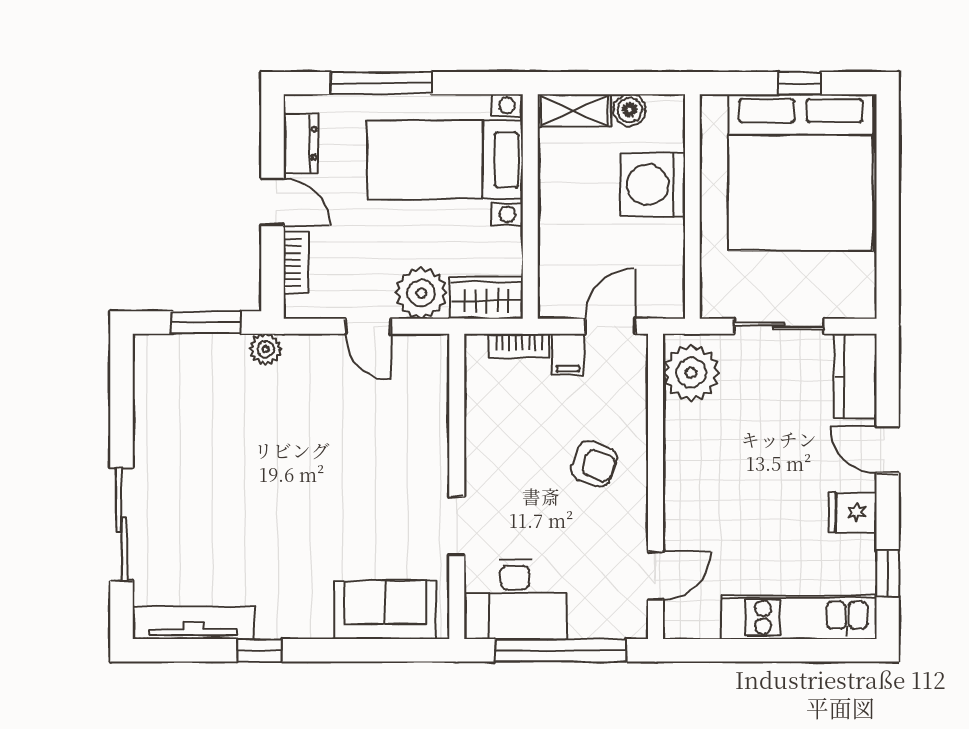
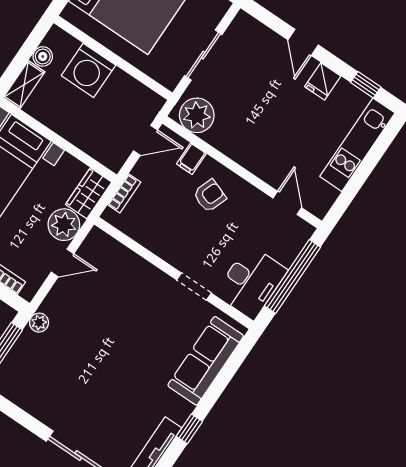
door: (610, 326) -> (145, 140), swing flipped
filing cabinet: (568, 354) -> (191, 159), moved, turned 90
kitchen counter: (855, 376) -> (255, 33), removed
door: (888, 450) -> (303, 42), hinge flipped
sofa: (385, 610) -> (206, 361), width x1.36

